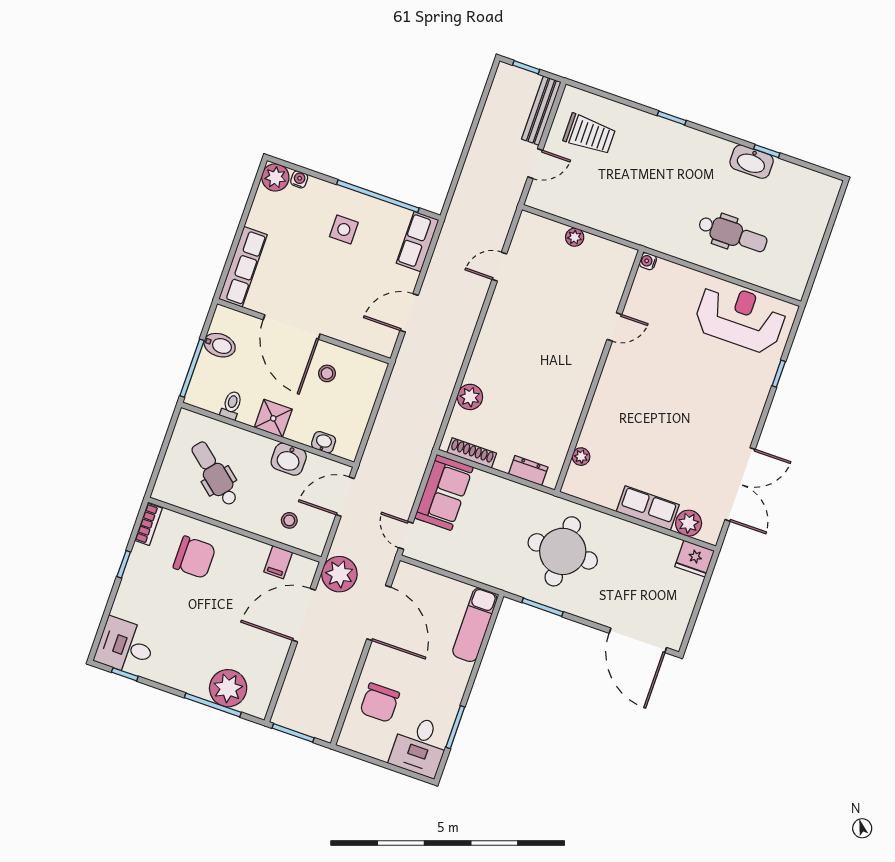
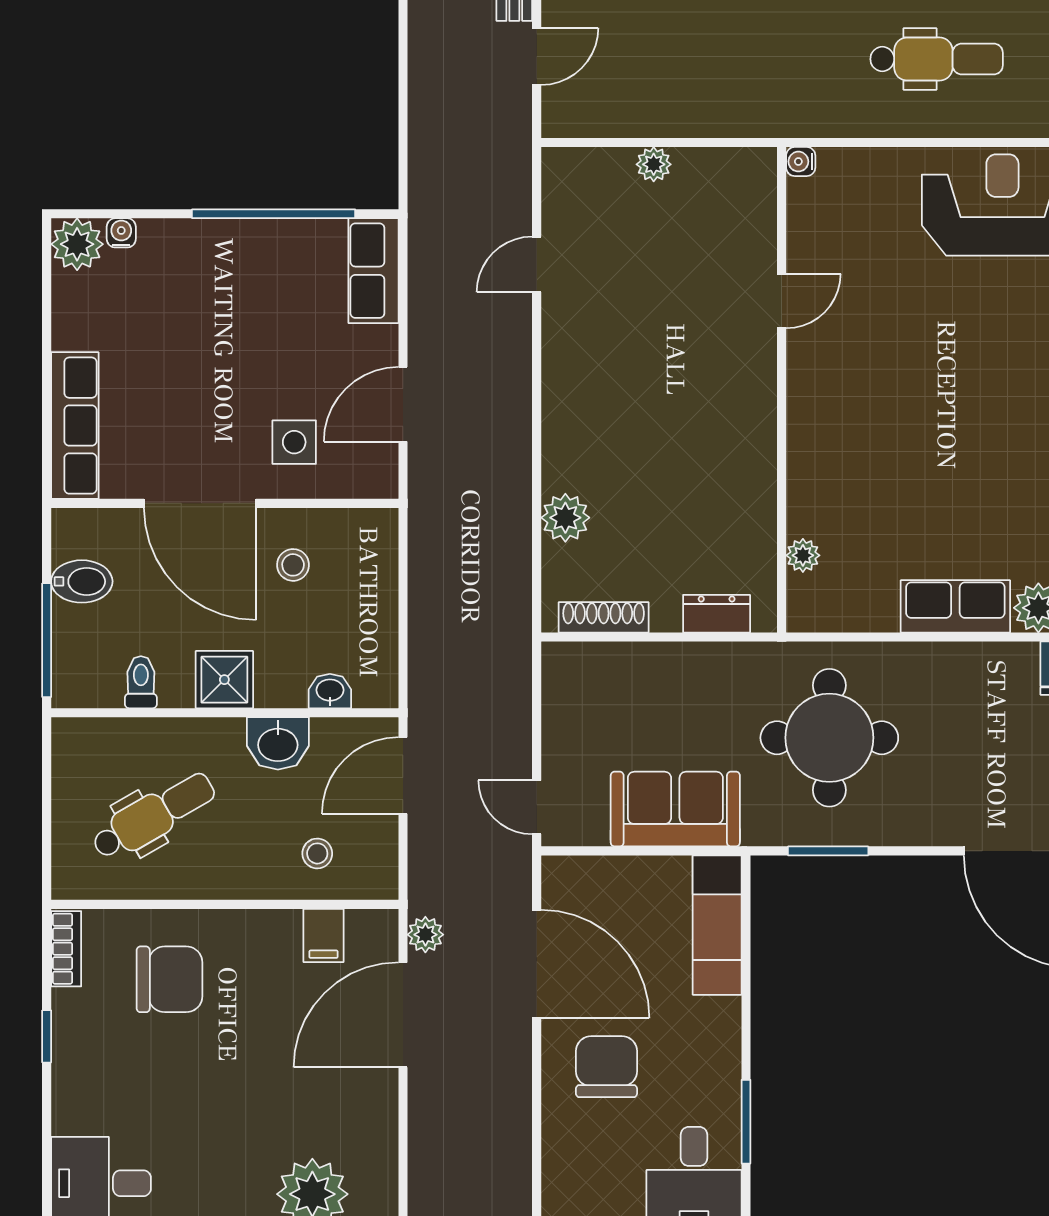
side table: (344, 229) -> (294, 442), moved
dental chair: (215, 474) -> (153, 816), turned 110
sofa: (444, 492) -> (675, 809), moved, turned -90
plant: (339, 574) -> (425, 935), width x0.53, depth x0.53
chair: (380, 703) -> (606, 1067), moved, turned 180

